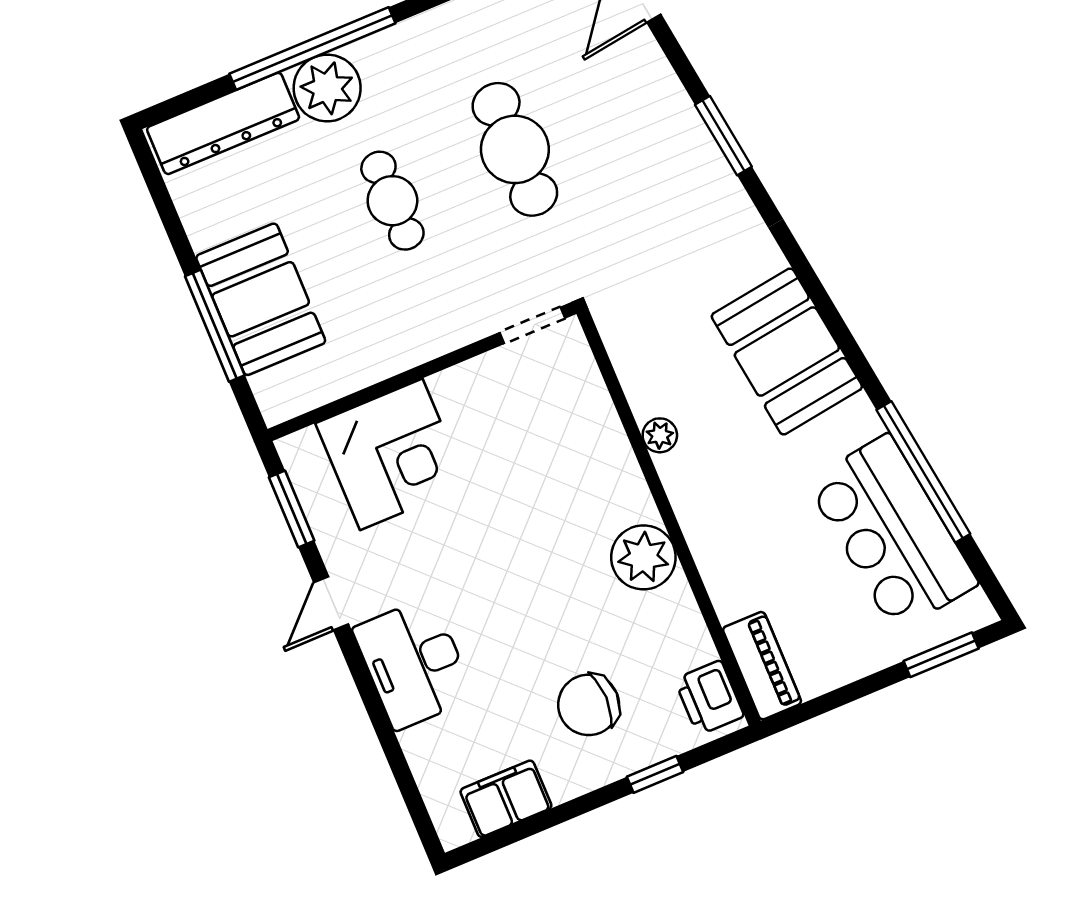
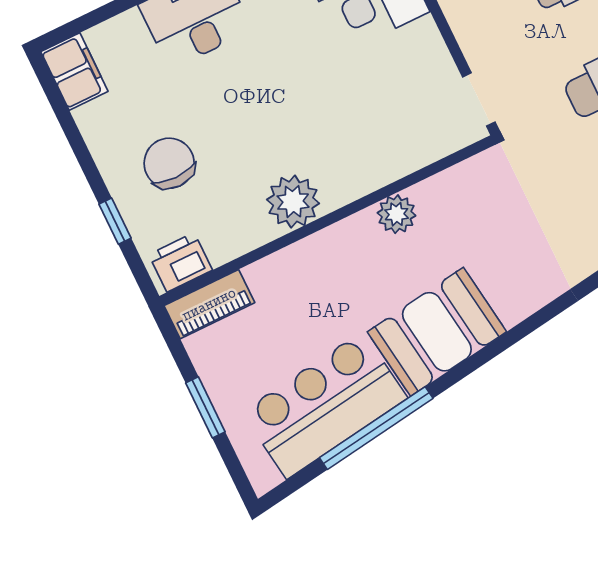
booth: (787, 351) -> (437, 332), moved
plant: (660, 435) -> (397, 214), width x1.38, depth x1.38
window: (941, 655) -> (205, 407), moved
filing cabinet: (506, 799) -> (74, 72), moved

